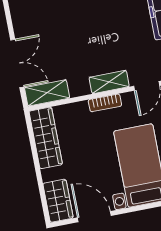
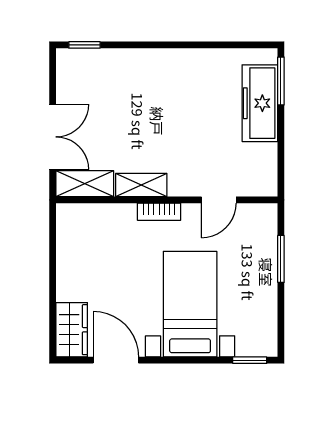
shelving: (109, 82) -> (141, 185), moved
wardrobe: (46, 138) -> (71, 243), removed

